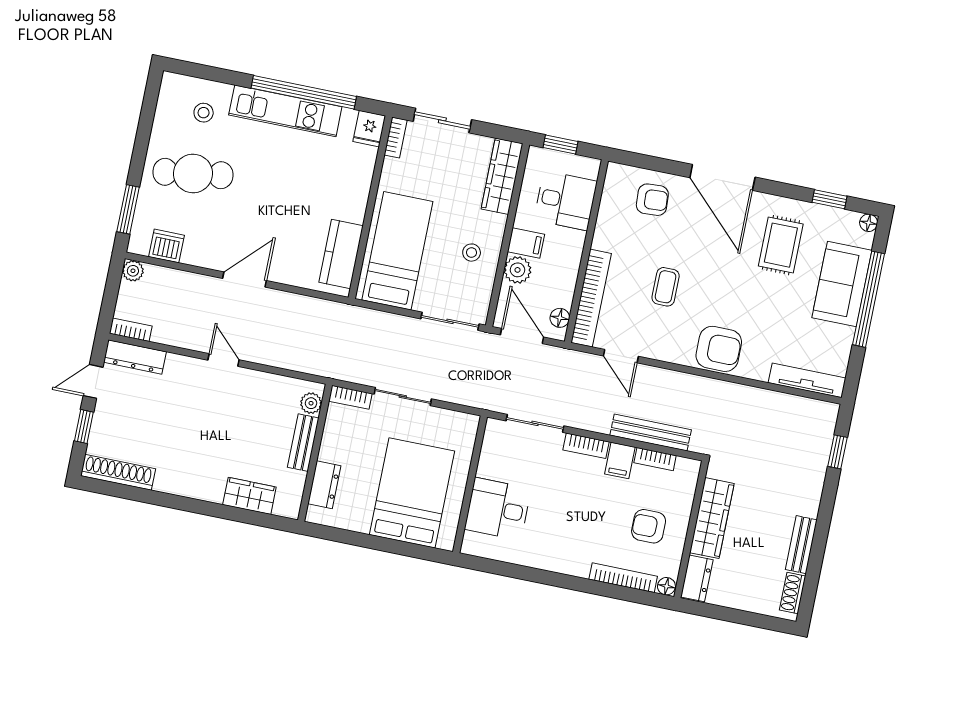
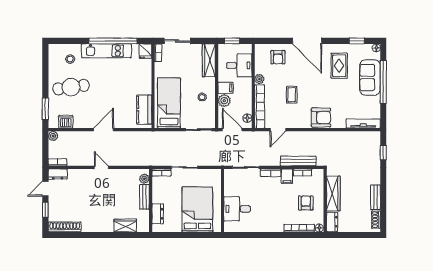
armchair: (652, 200) -> (278, 57), turned 93
plant: (603, 239) -> (259, 79), added
door: (621, 356) -> (278, 130), hinge flipped
dresser: (135, 357) -> (58, 174), width x0.70
armchair: (649, 526) -> (306, 203), turned 90

